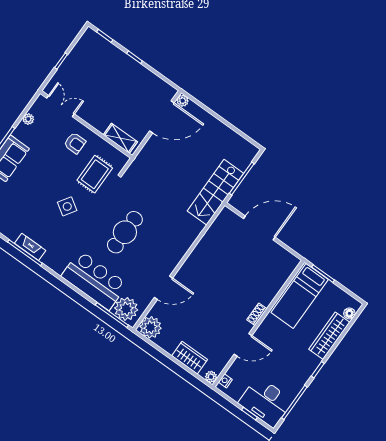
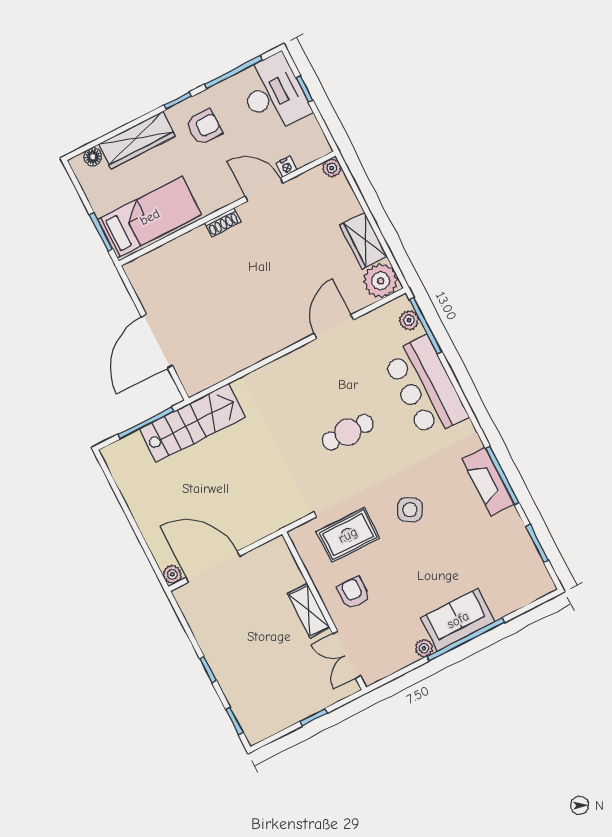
plant: (28, 119) -> (424, 648), moved
shelving: (120, 138) -> (309, 611), moved
door: (259, 228) -> (157, 341), hinge flipped
cafe table: (125, 232) -> (348, 432), width x0.73, depth x0.74
fireplace: (30, 247) -> (488, 482), width x1.37, depth x1.32
door: (164, 288) -> (334, 327), hinge flipped
plant: (126, 309) -> (409, 320), width x0.53, depth x0.53
wardrobe: (190, 358) -> (363, 241), moved
armchair: (295, 363) -> (204, 127), added
nightstand: (225, 381) -> (286, 167), moved

